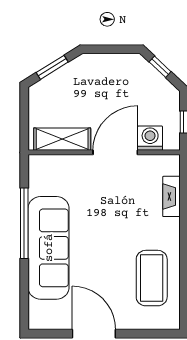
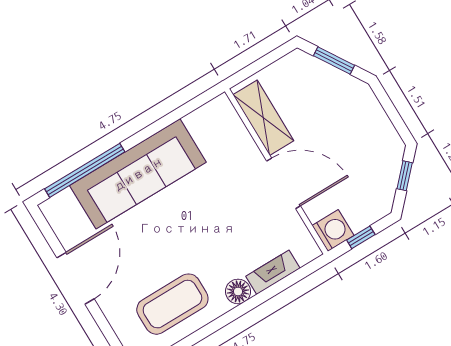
washing machine: (150, 138) -> (333, 230), moved
window: (24, 223) -> (85, 170), moved
floor lamp: (170, 228) -> (238, 291), added

